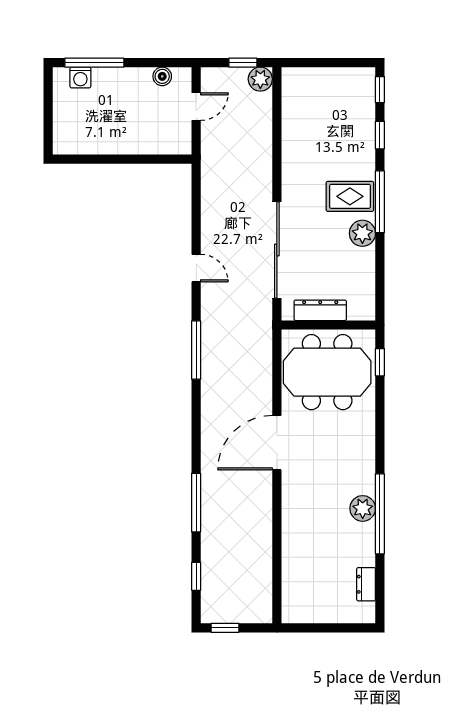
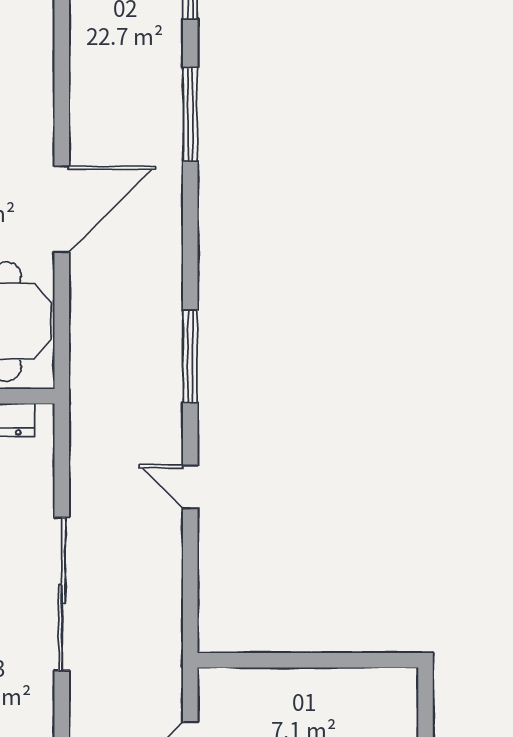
sliding door: (277, 250) -> (62, 594), moved

